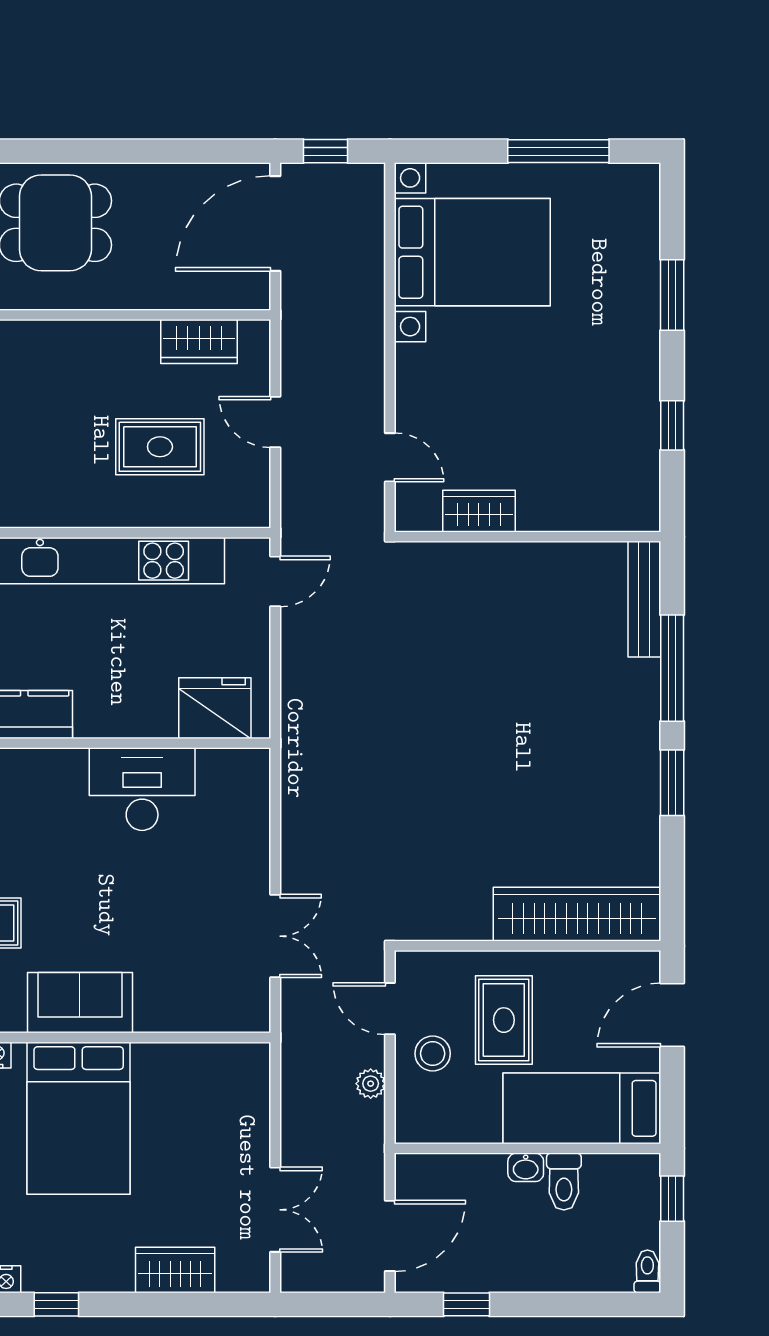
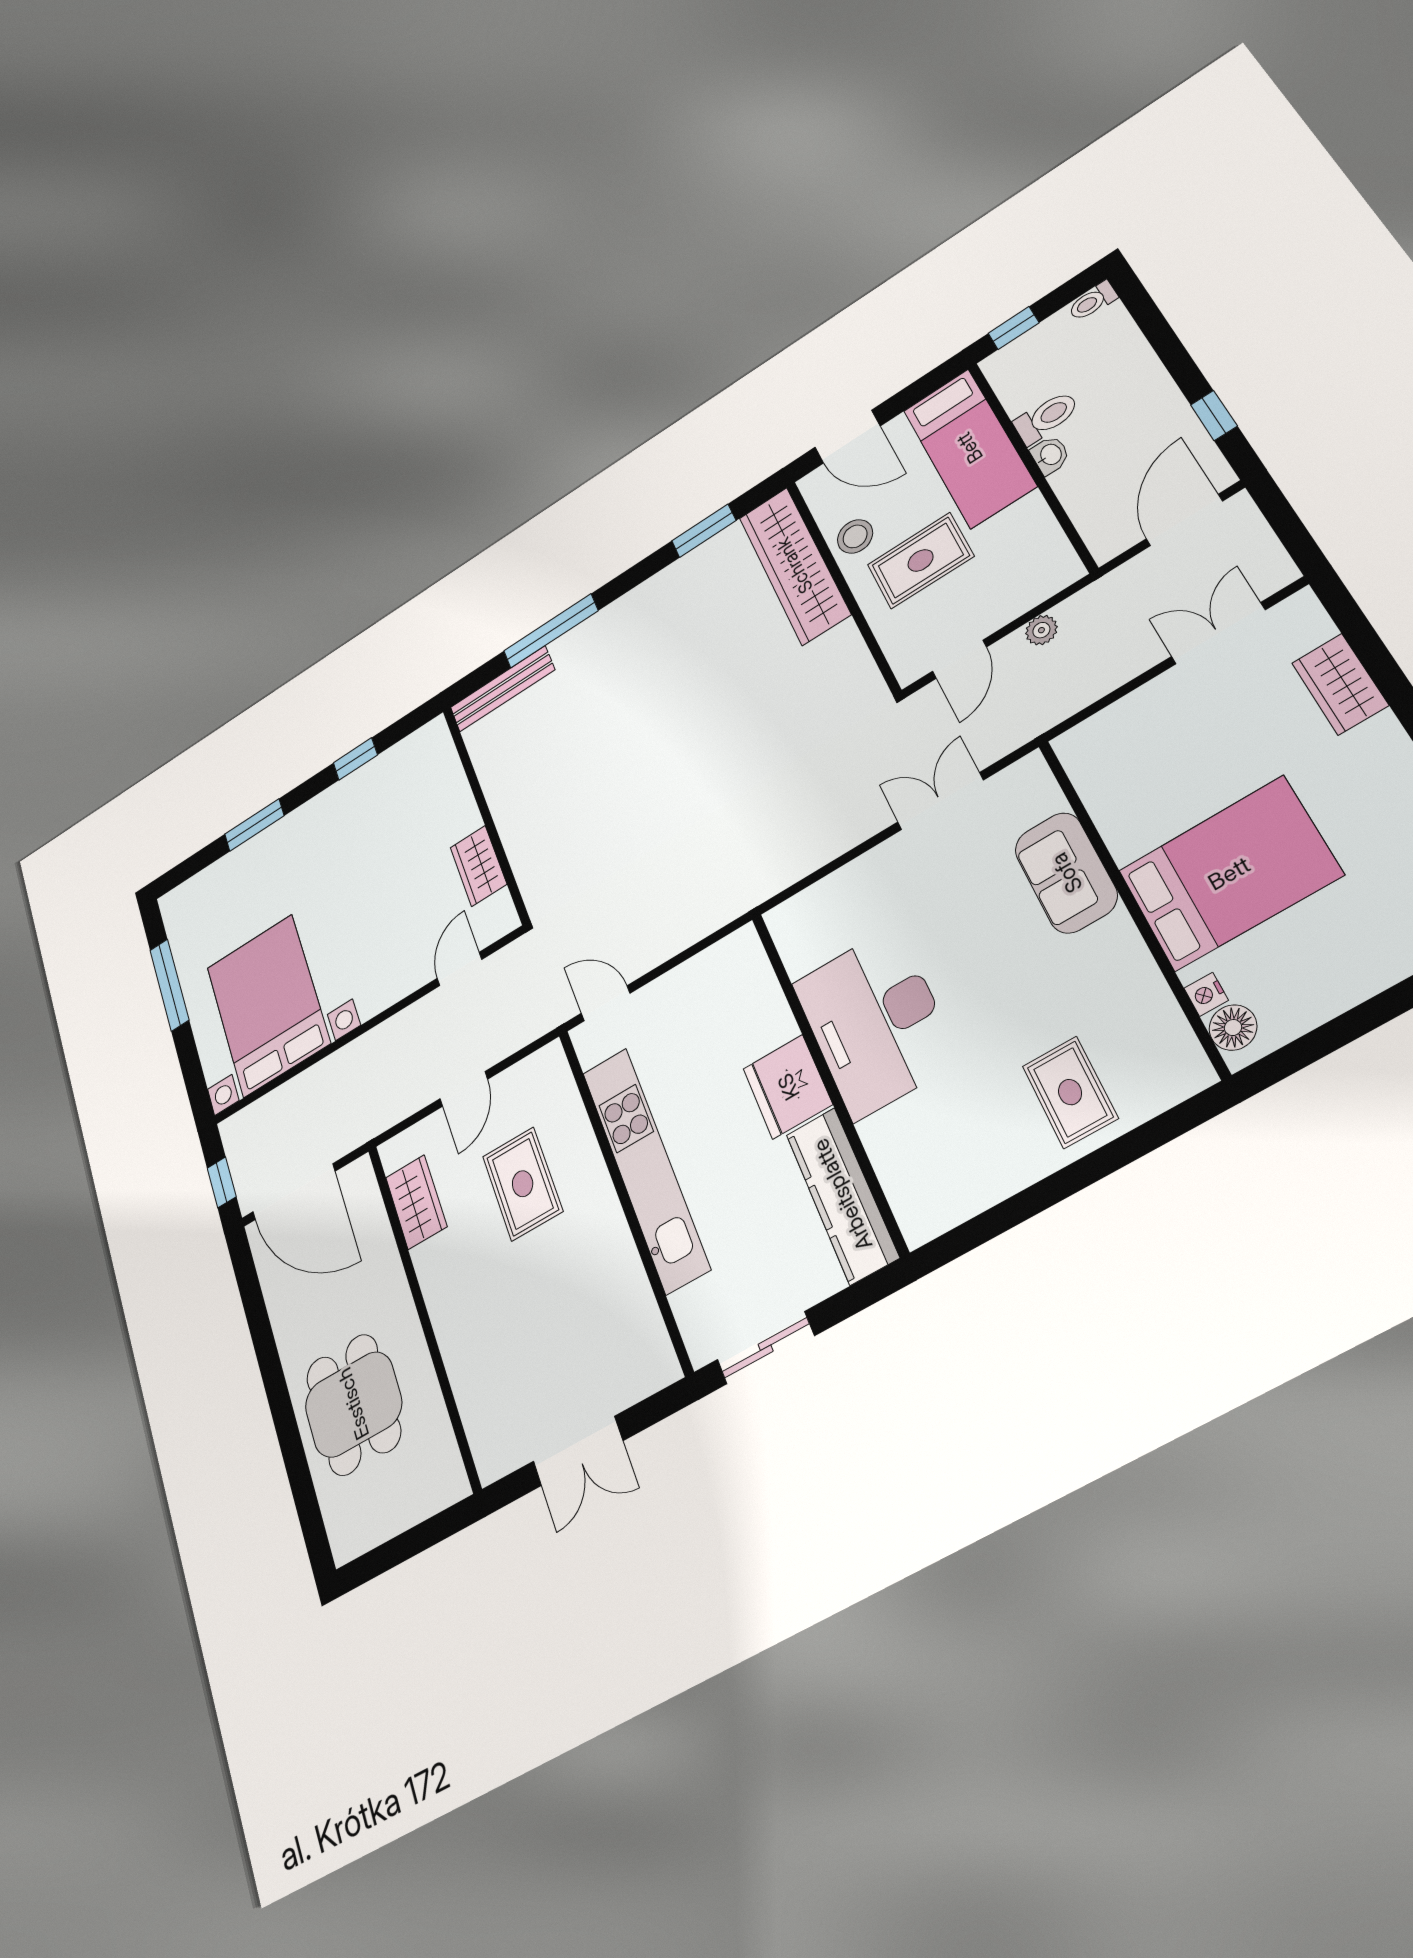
fridge: (215, 708) -> (788, 1087), moved
window: (672, 783) -> (704, 531), moved
desk: (142, 789) -> (875, 1022), width x1.36, depth x1.30
sofa: (80, 1003) -> (1066, 873), moved
stool: (433, 1054) -> (855, 536), moved
door: (390, 1236) -> (1184, 520), hinge flipped

